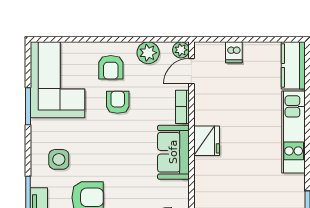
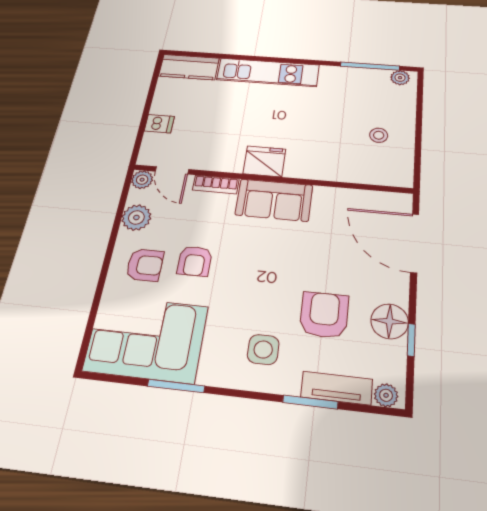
armchair: (118, 102) -> (195, 261), turned -90

